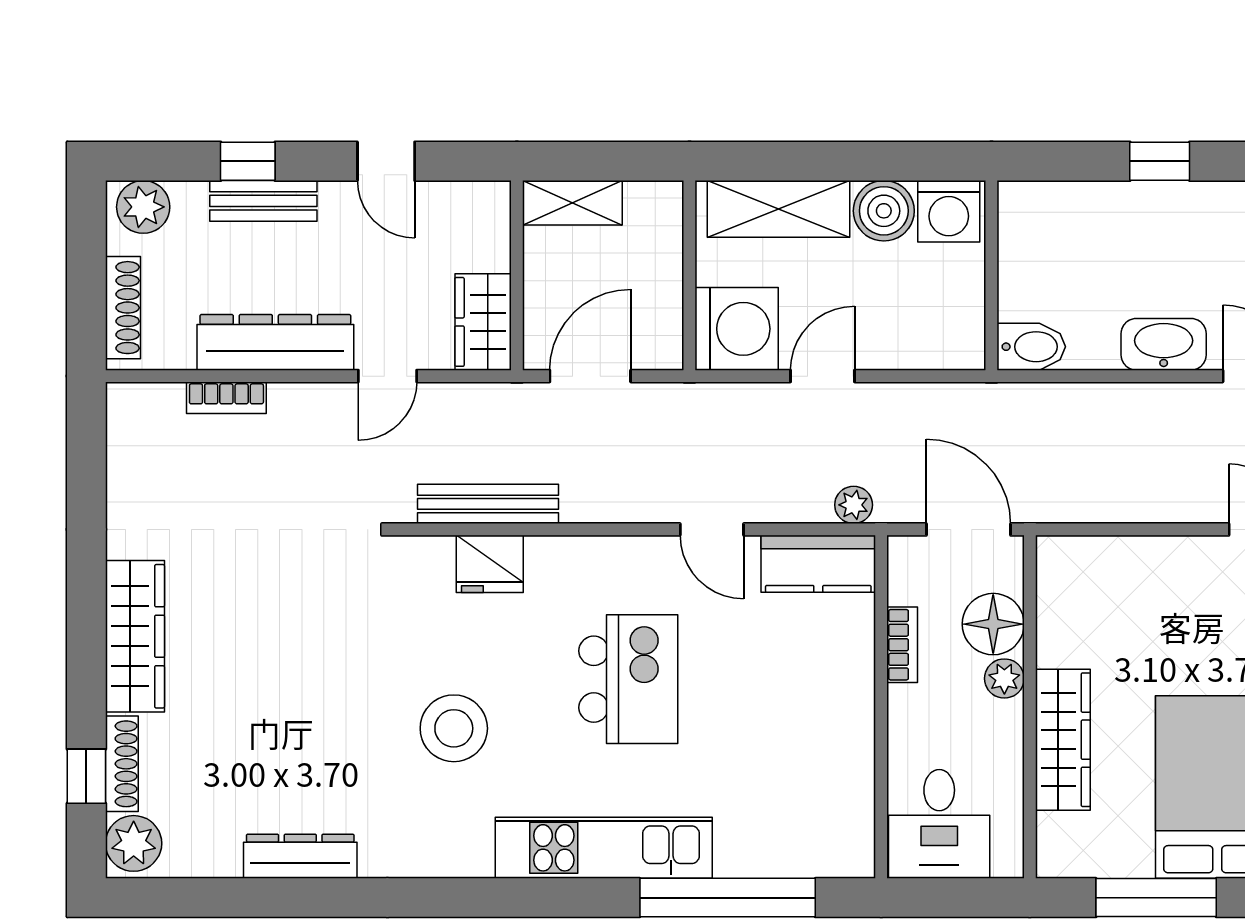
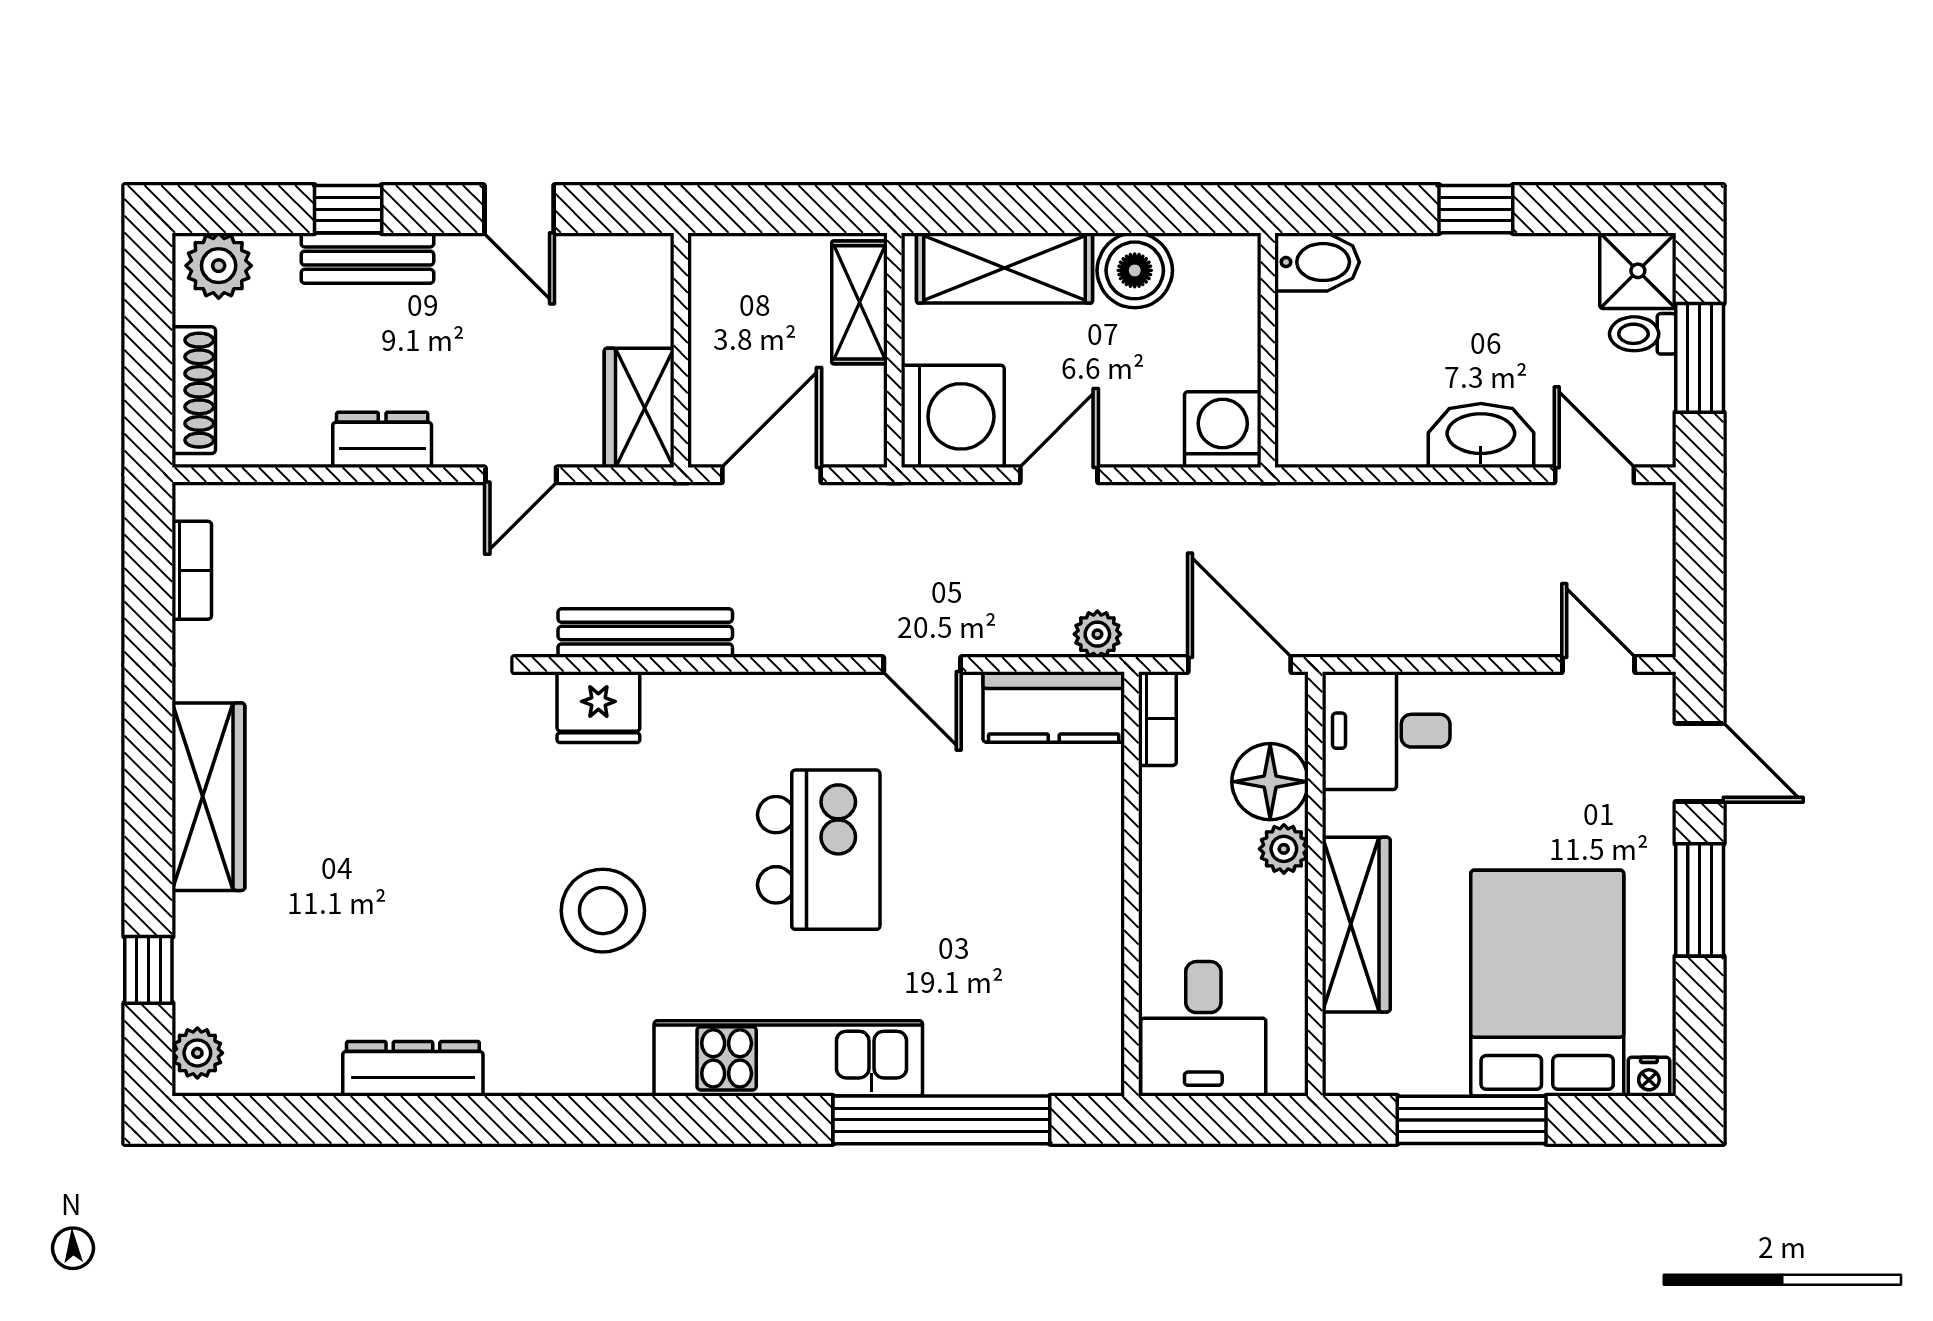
shelving: (572, 203) -> (860, 302), moved, turned 90
washing machine: (949, 211) -> (1223, 430), moved, turned 180
dresser: (275, 342) -> (382, 440), width x0.51, depth x0.80
bidet: (1031, 347) -> (1317, 262), moved
bookcase: (226, 398) -> (192, 570), moved, turned -90
fridge: (490, 564) -> (598, 707), moved
desk: (1087, 583) -> (1386, 731), added
bookcase: (902, 645) -> (1157, 719), moved
shoe rack: (122, 764) -> (192, 954), removed
plant: (134, 843) -> (197, 1053), width x0.73, depth x0.73

